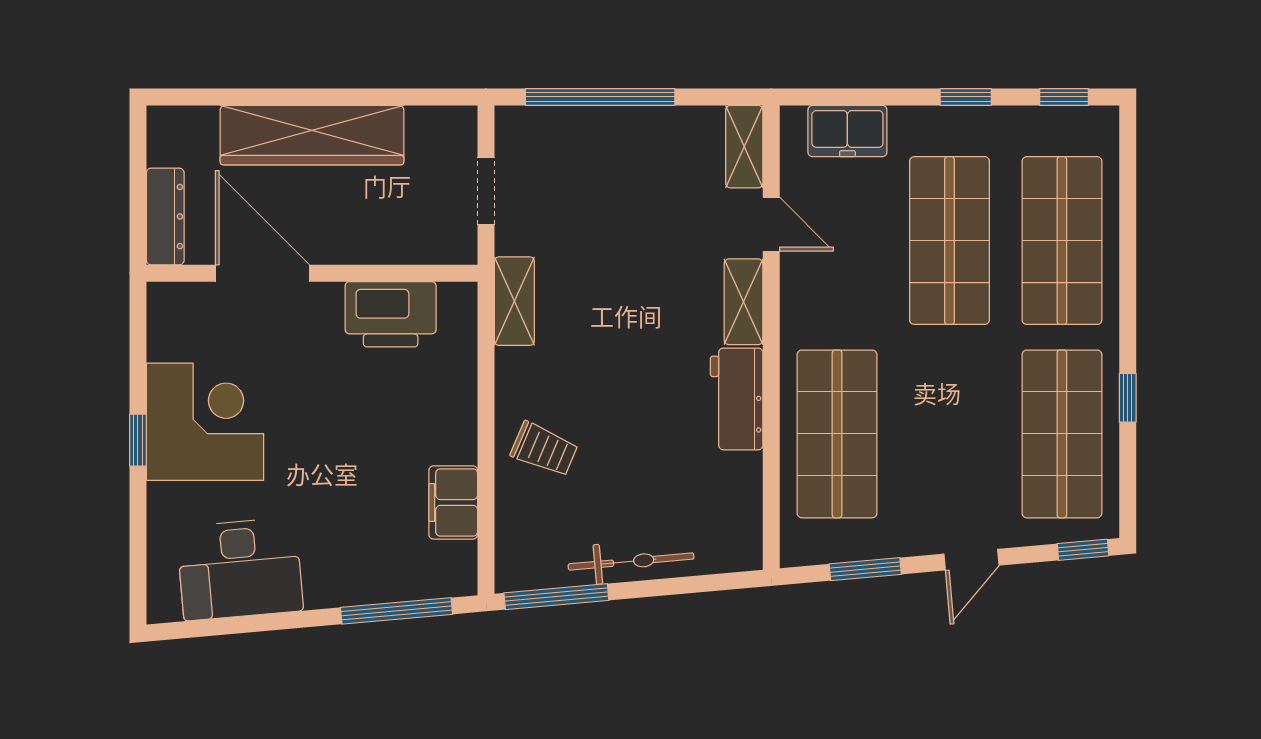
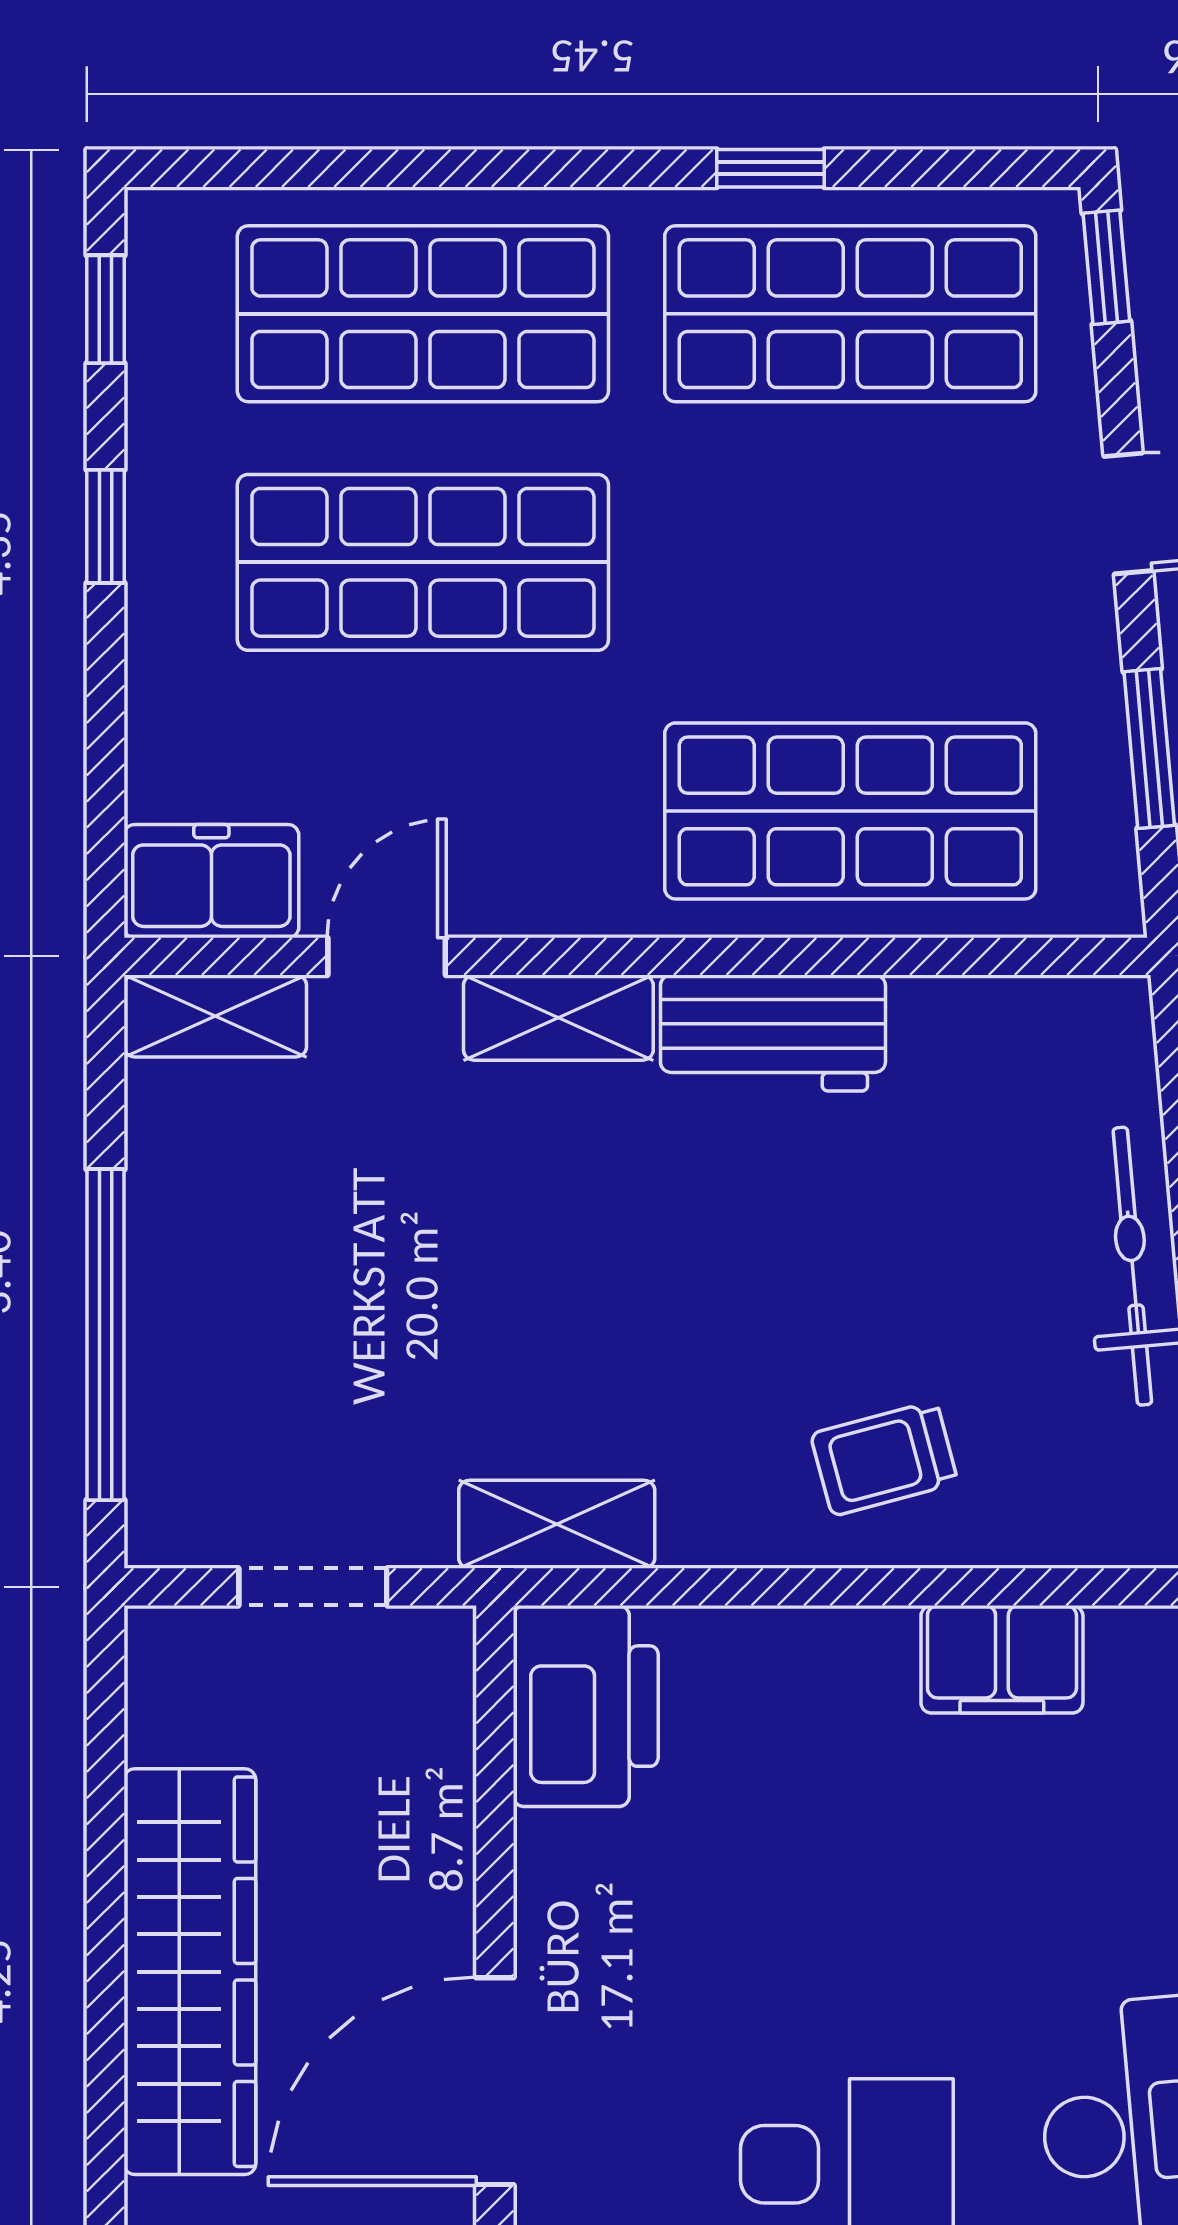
freezer: (847, 131) -> (211, 881), moved, turned -90
printer: (391, 314) -> (586, 1706), moved
trolley: (544, 449) -> (884, 1458), turned -128

